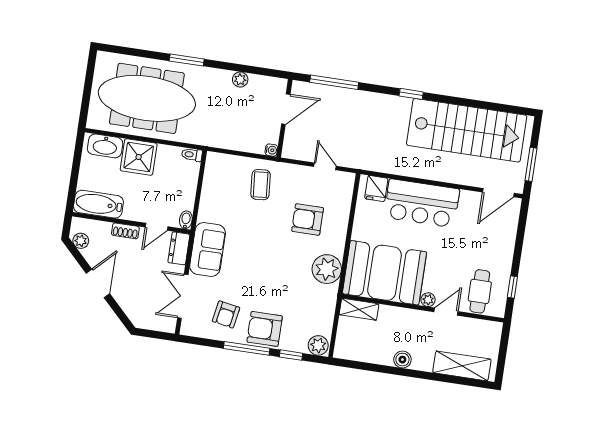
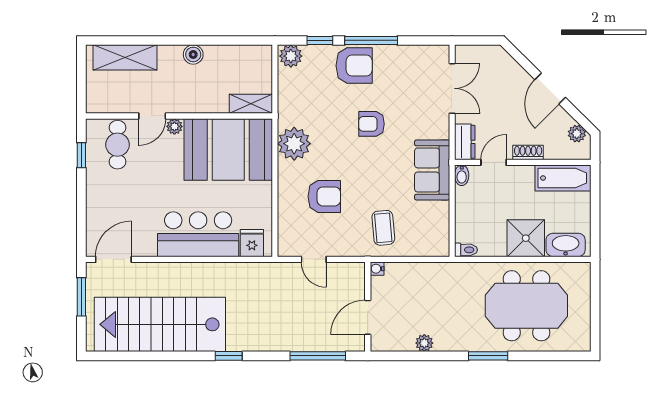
meeting table: (147, 98) -> (526, 306), width x0.73
sofa: (208, 250) -> (432, 170), moved
armchair: (226, 314) -> (371, 124), moved, turned -100

